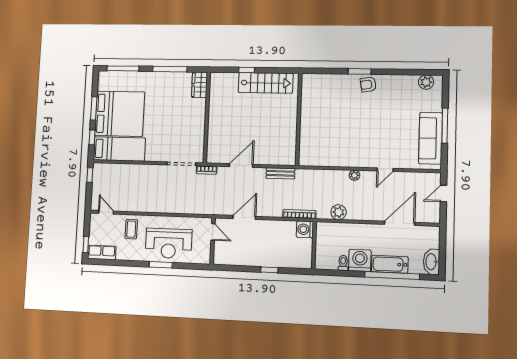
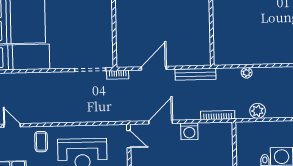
bench: (280, 173) -> (196, 74), width x1.36
plant: (354, 175) -> (247, 73), moved
washing machine: (305, 229) -> (189, 131), moved, turned -90

